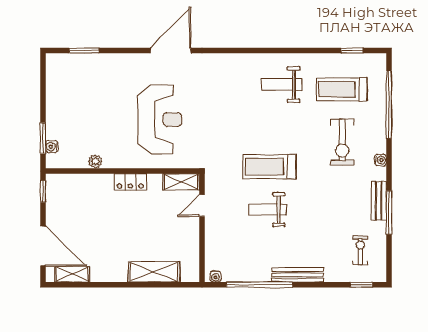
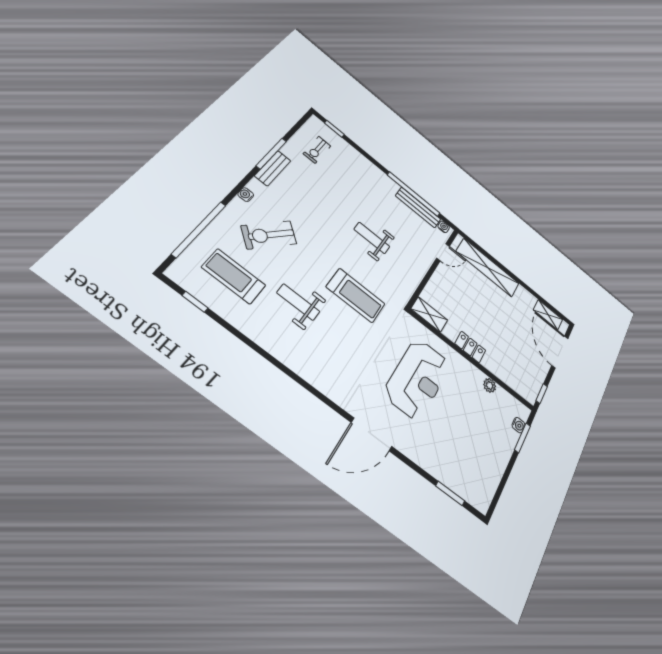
weight bench: (282, 85) -> (298, 302), moved, turned 180
treadmill: (342, 89) -> (234, 276), turned 180
reception desk: (160, 120) -> (418, 379), turned 180
exercise bike: (342, 142) -> (269, 235), turned -140
treadmill: (269, 167) -> (356, 295), moved
door: (202, 205) -> (443, 252), moved
weight bench: (268, 209) -> (372, 238), turned 180
shelving: (154, 272) -> (488, 268), width x1.47
bench: (298, 275) -> (418, 207), moved

